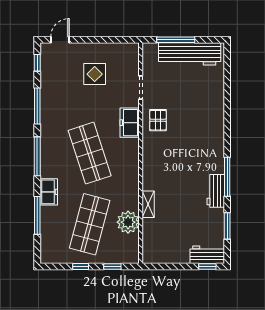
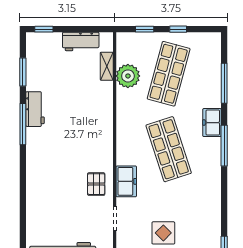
window: (37, 106) -> (224, 199), removed
freezer: (49, 192) -> (212, 123), moved
shelving: (148, 204) -> (107, 66), moved
workbench: (207, 255) -> (81, 41), moved

